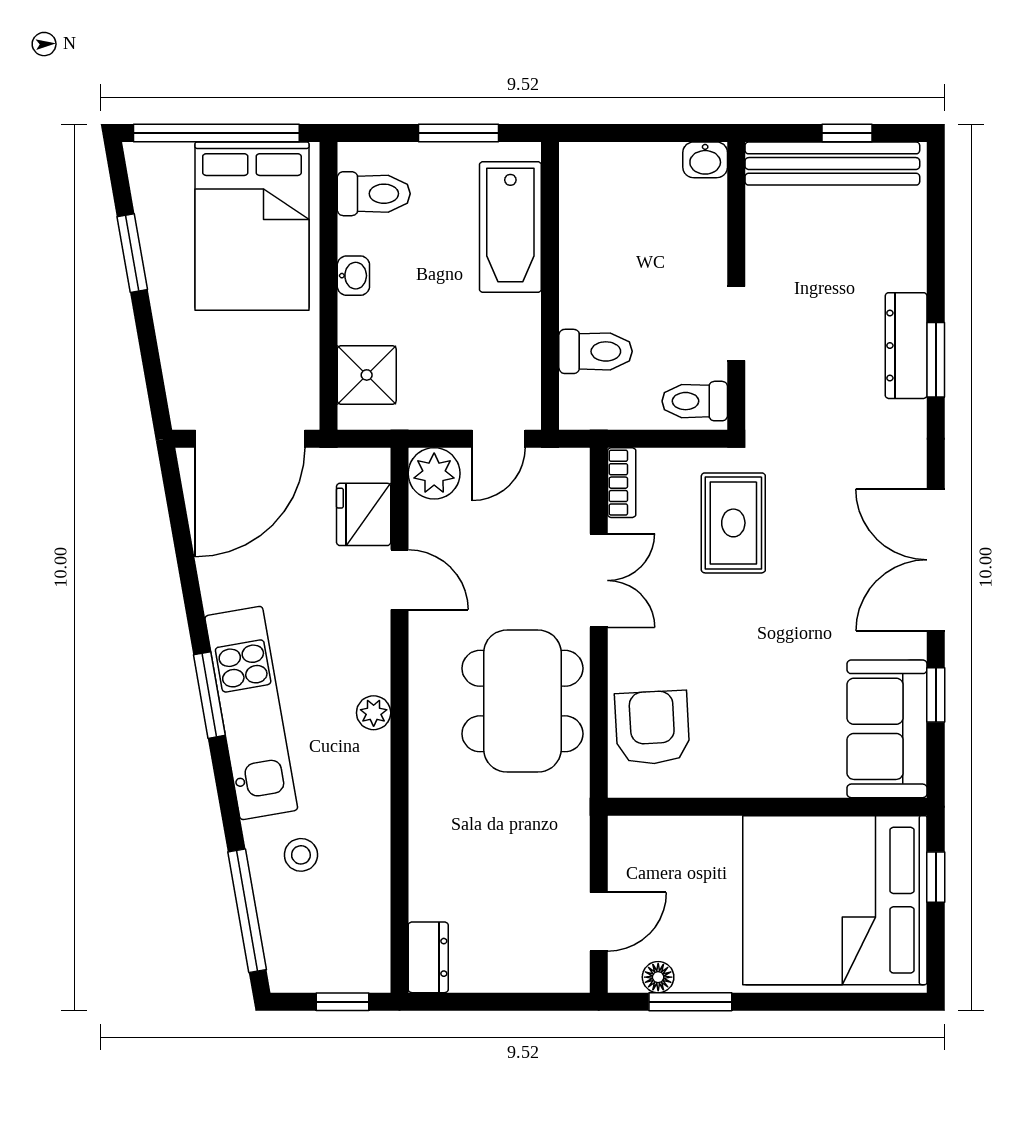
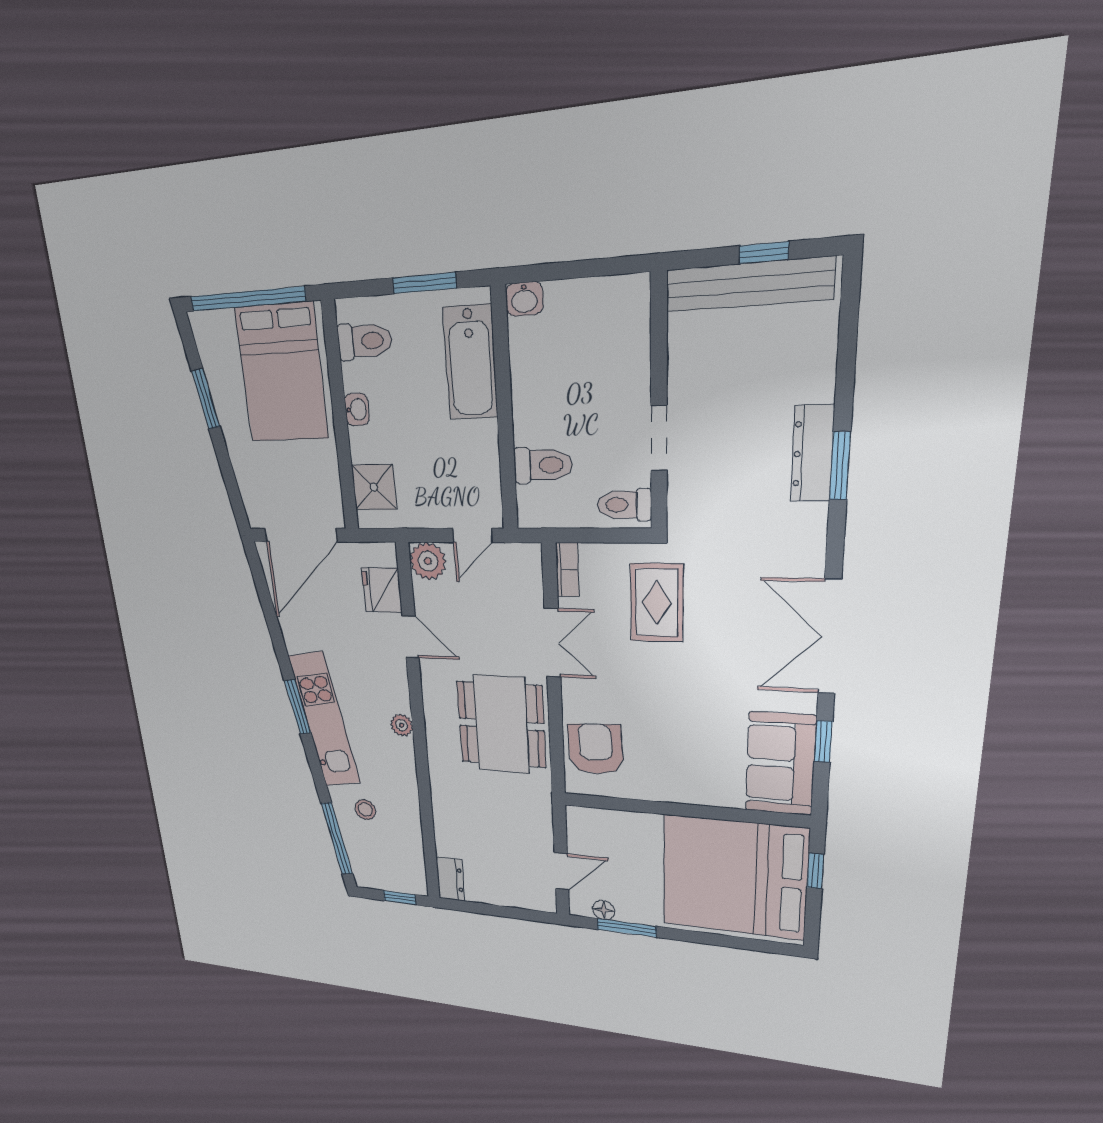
washbasin: (705, 160) -> (524, 299), moved

